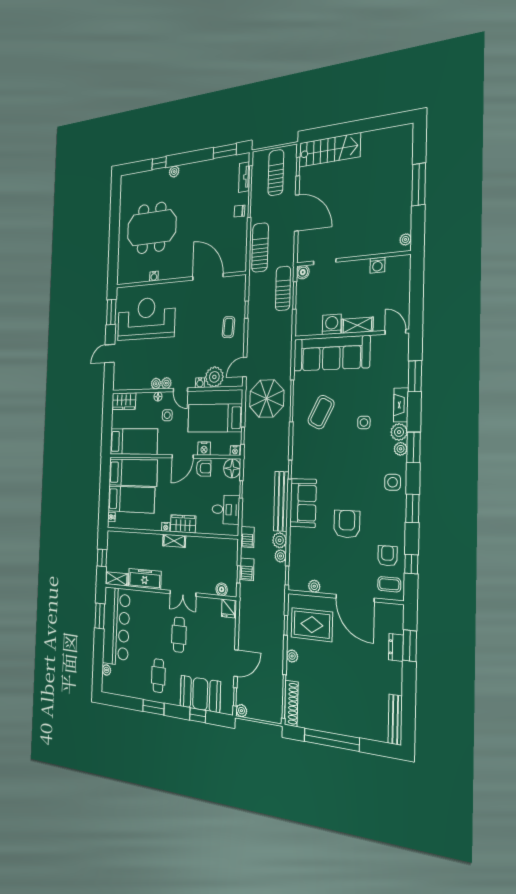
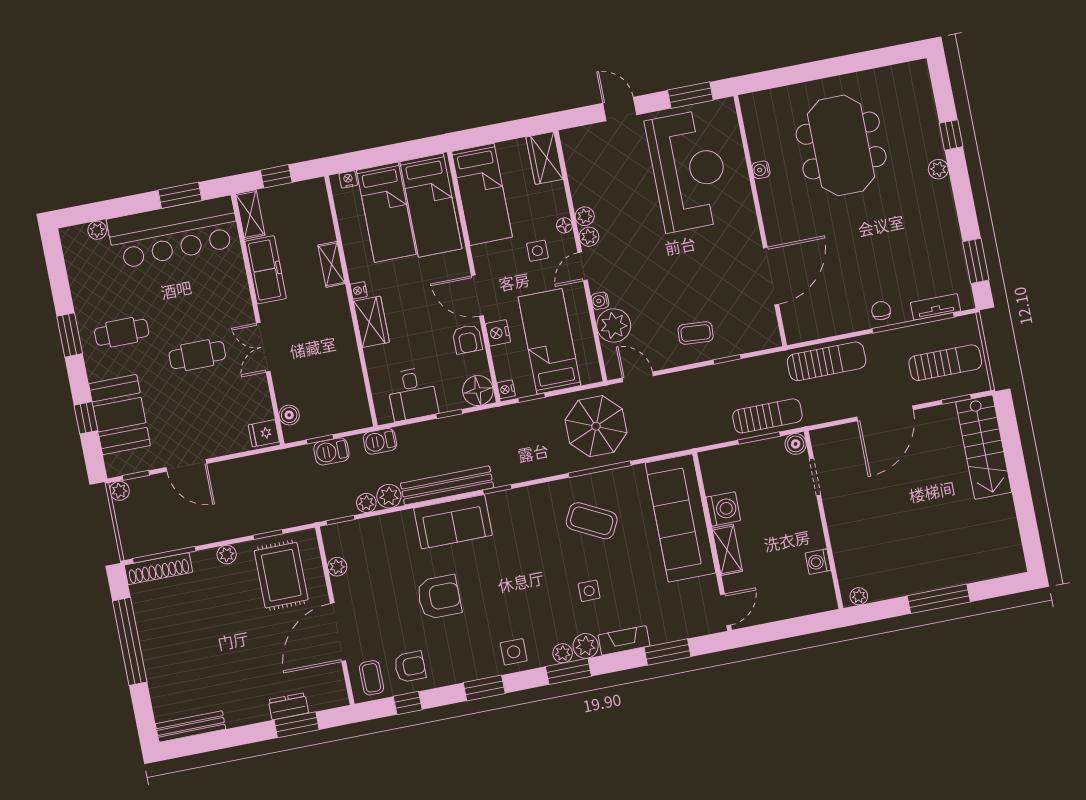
shelving: (174, 541) -> (332, 264), moved

